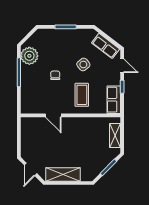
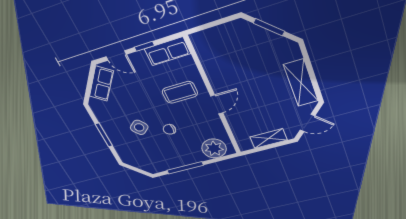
plant: (29, 56) -> (214, 148), moved
side table: (83, 64) -> (139, 127), moved
door: (122, 66) -> (116, 55), swing flipped
door: (53, 115) -> (217, 104), moved
shelving: (115, 136) -> (269, 138), moved

